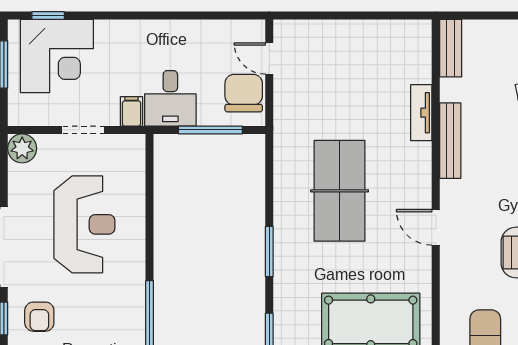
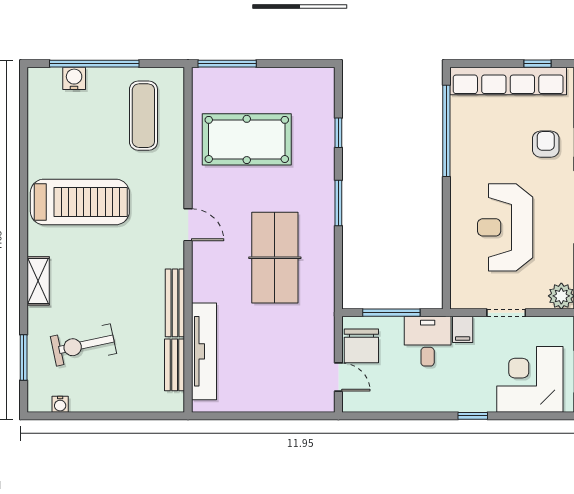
window: (48, 15) -> (473, 416), moved
bench: (451, 48) -> (175, 365), moved
tv unit: (421, 113) -> (204, 351), width x1.92, depth x1.29

